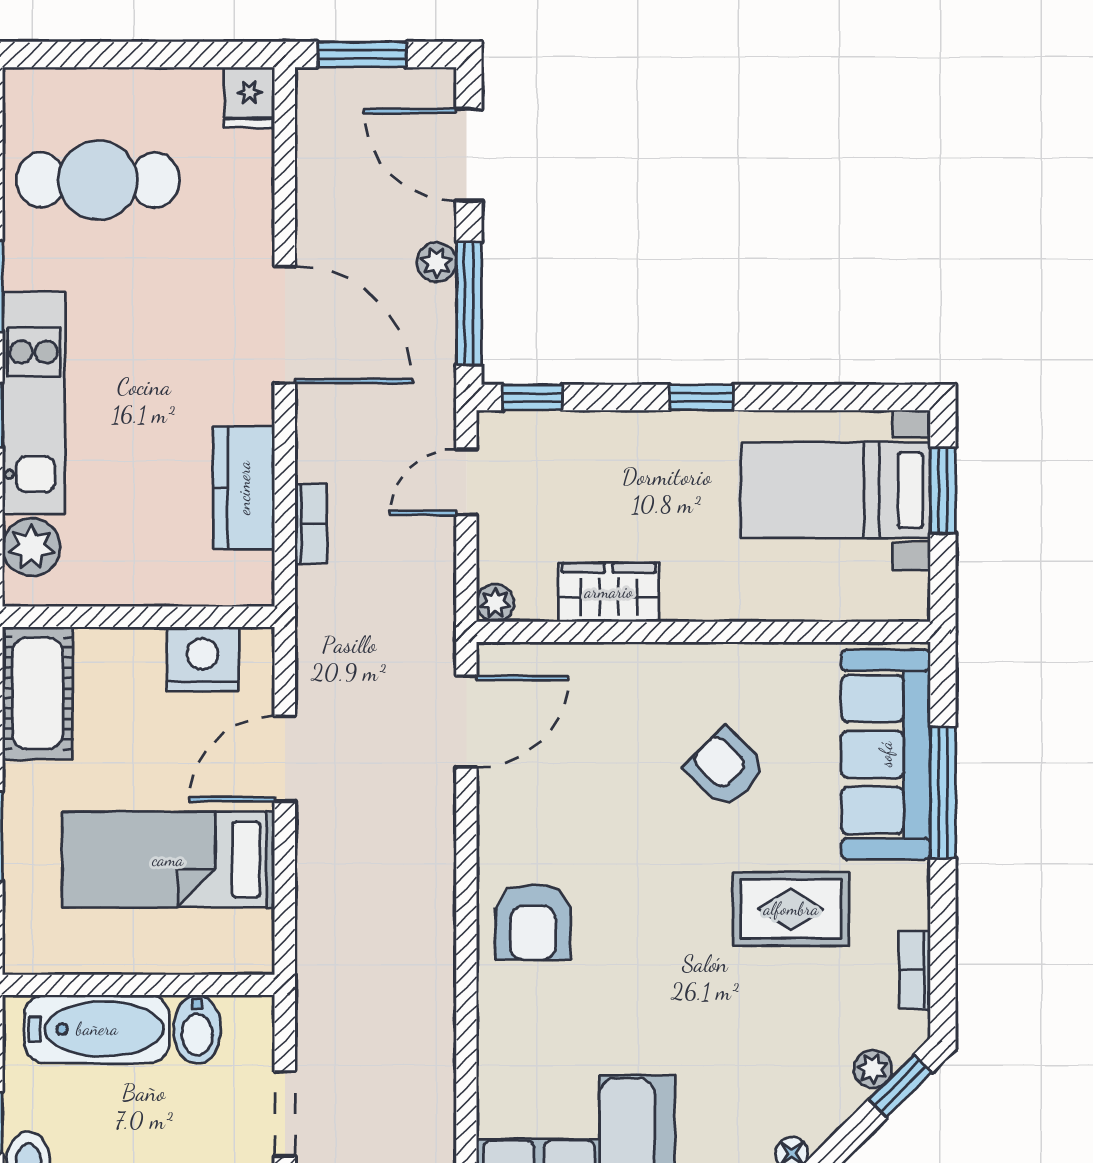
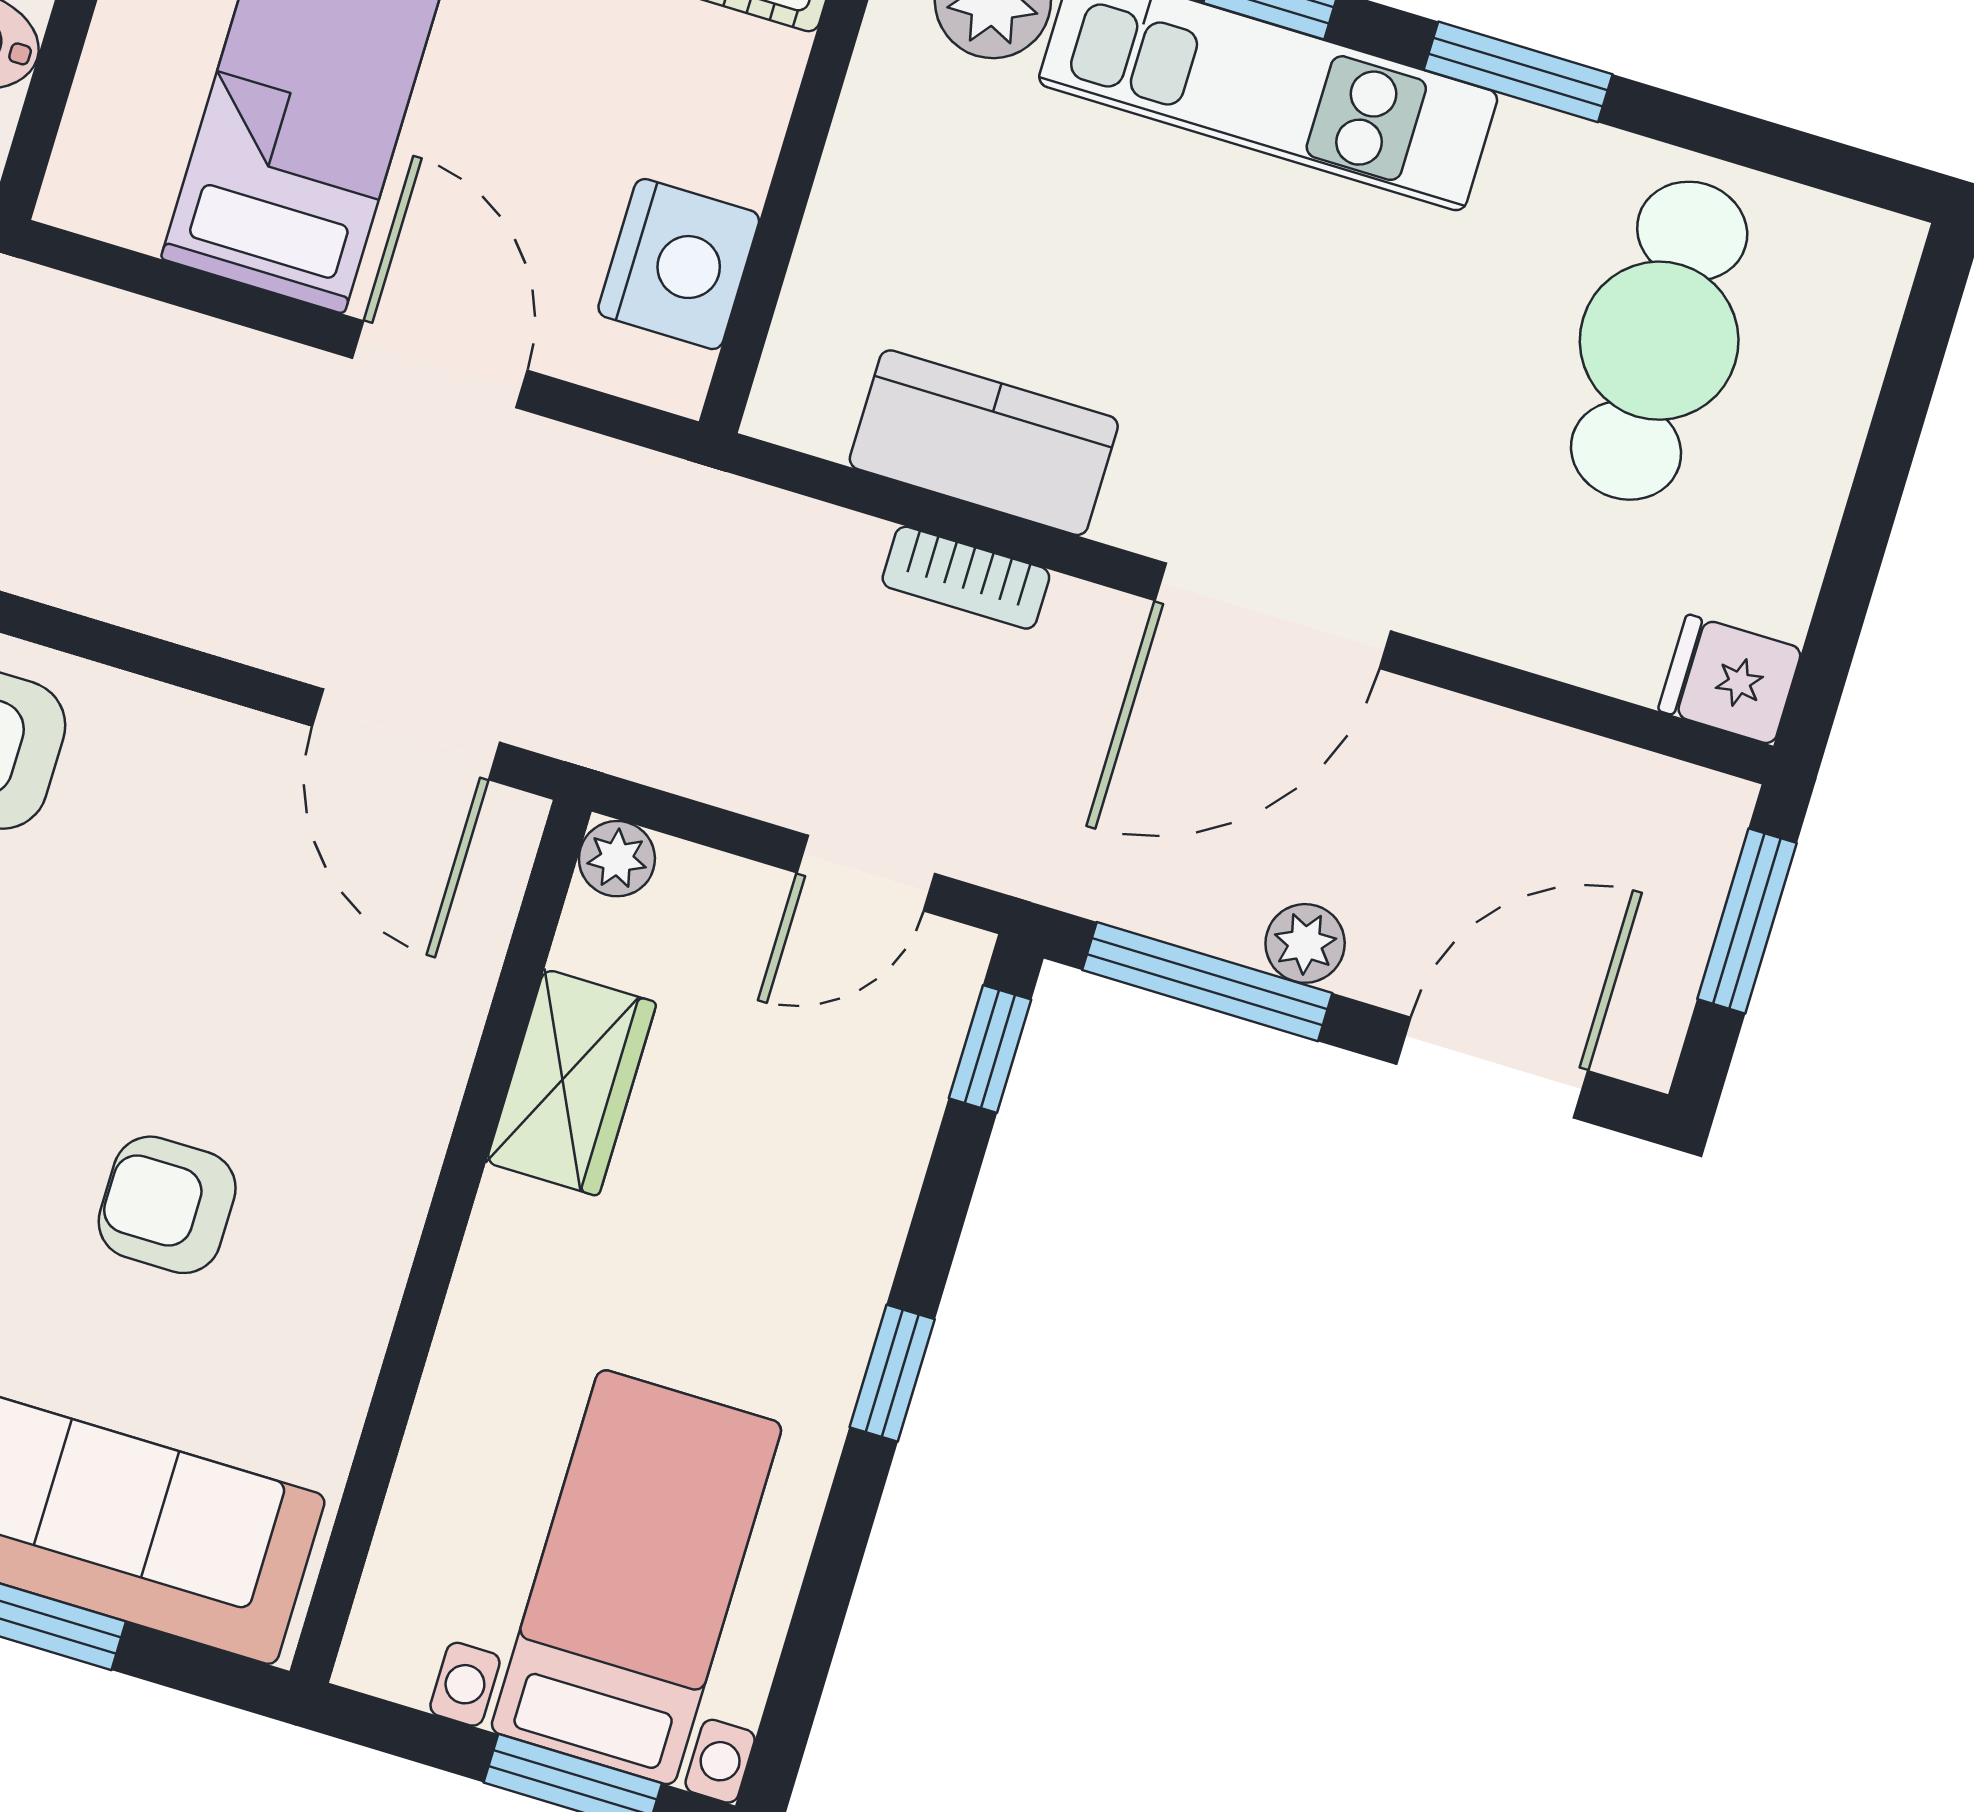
door: (466, 482) -> (866, 873), swing flipped
bookcase: (311, 524) -> (966, 578), moved
armchair: (725, 768) -> (167, 1205), turned -135

